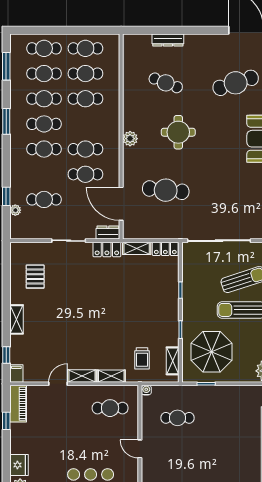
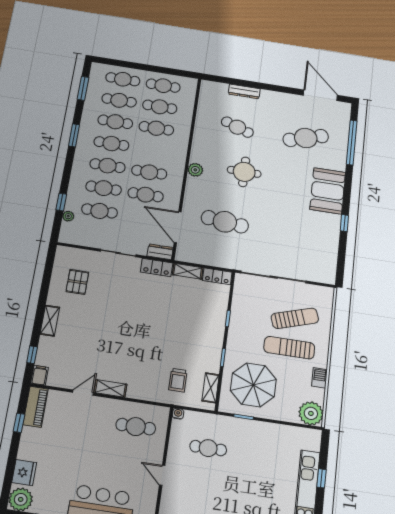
cafe table: (44, 174) -> (104, 188), added
shelving: (111, 376) -> (142, 393), removed

